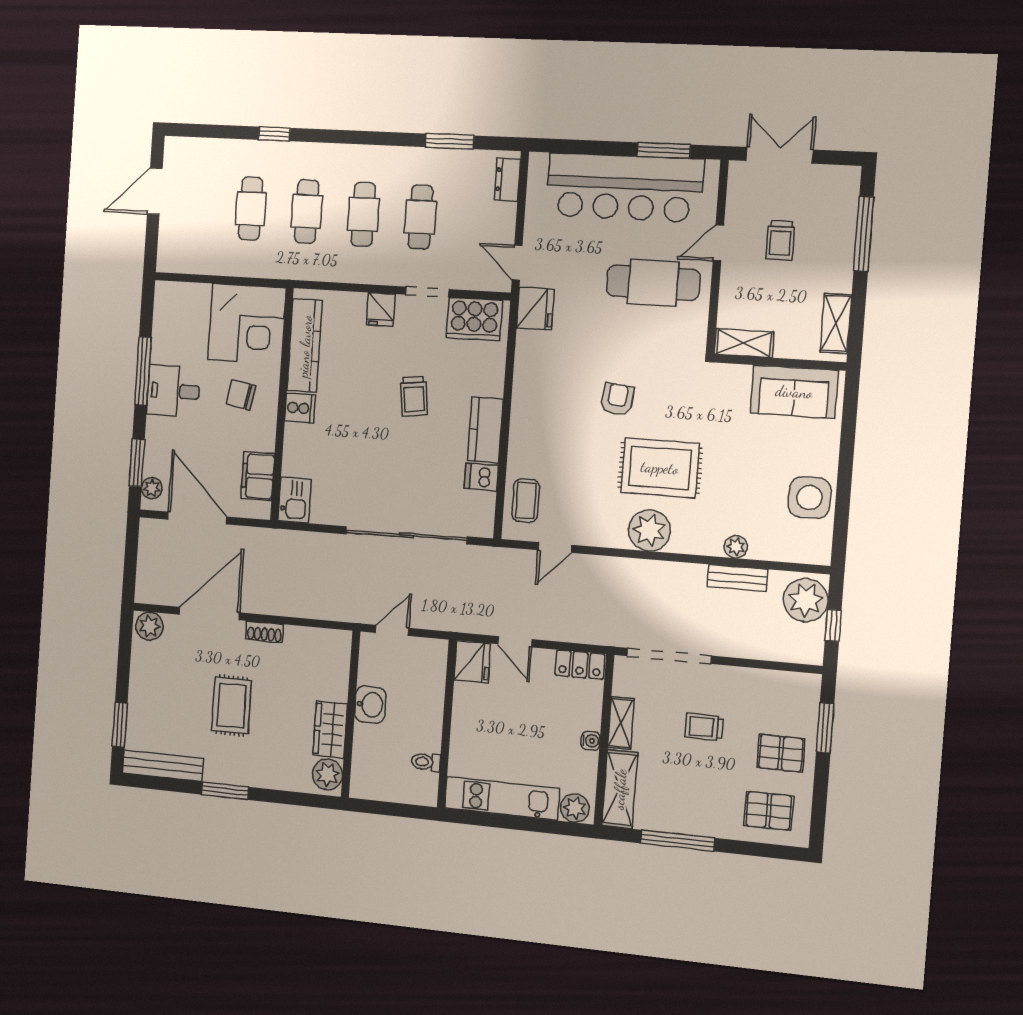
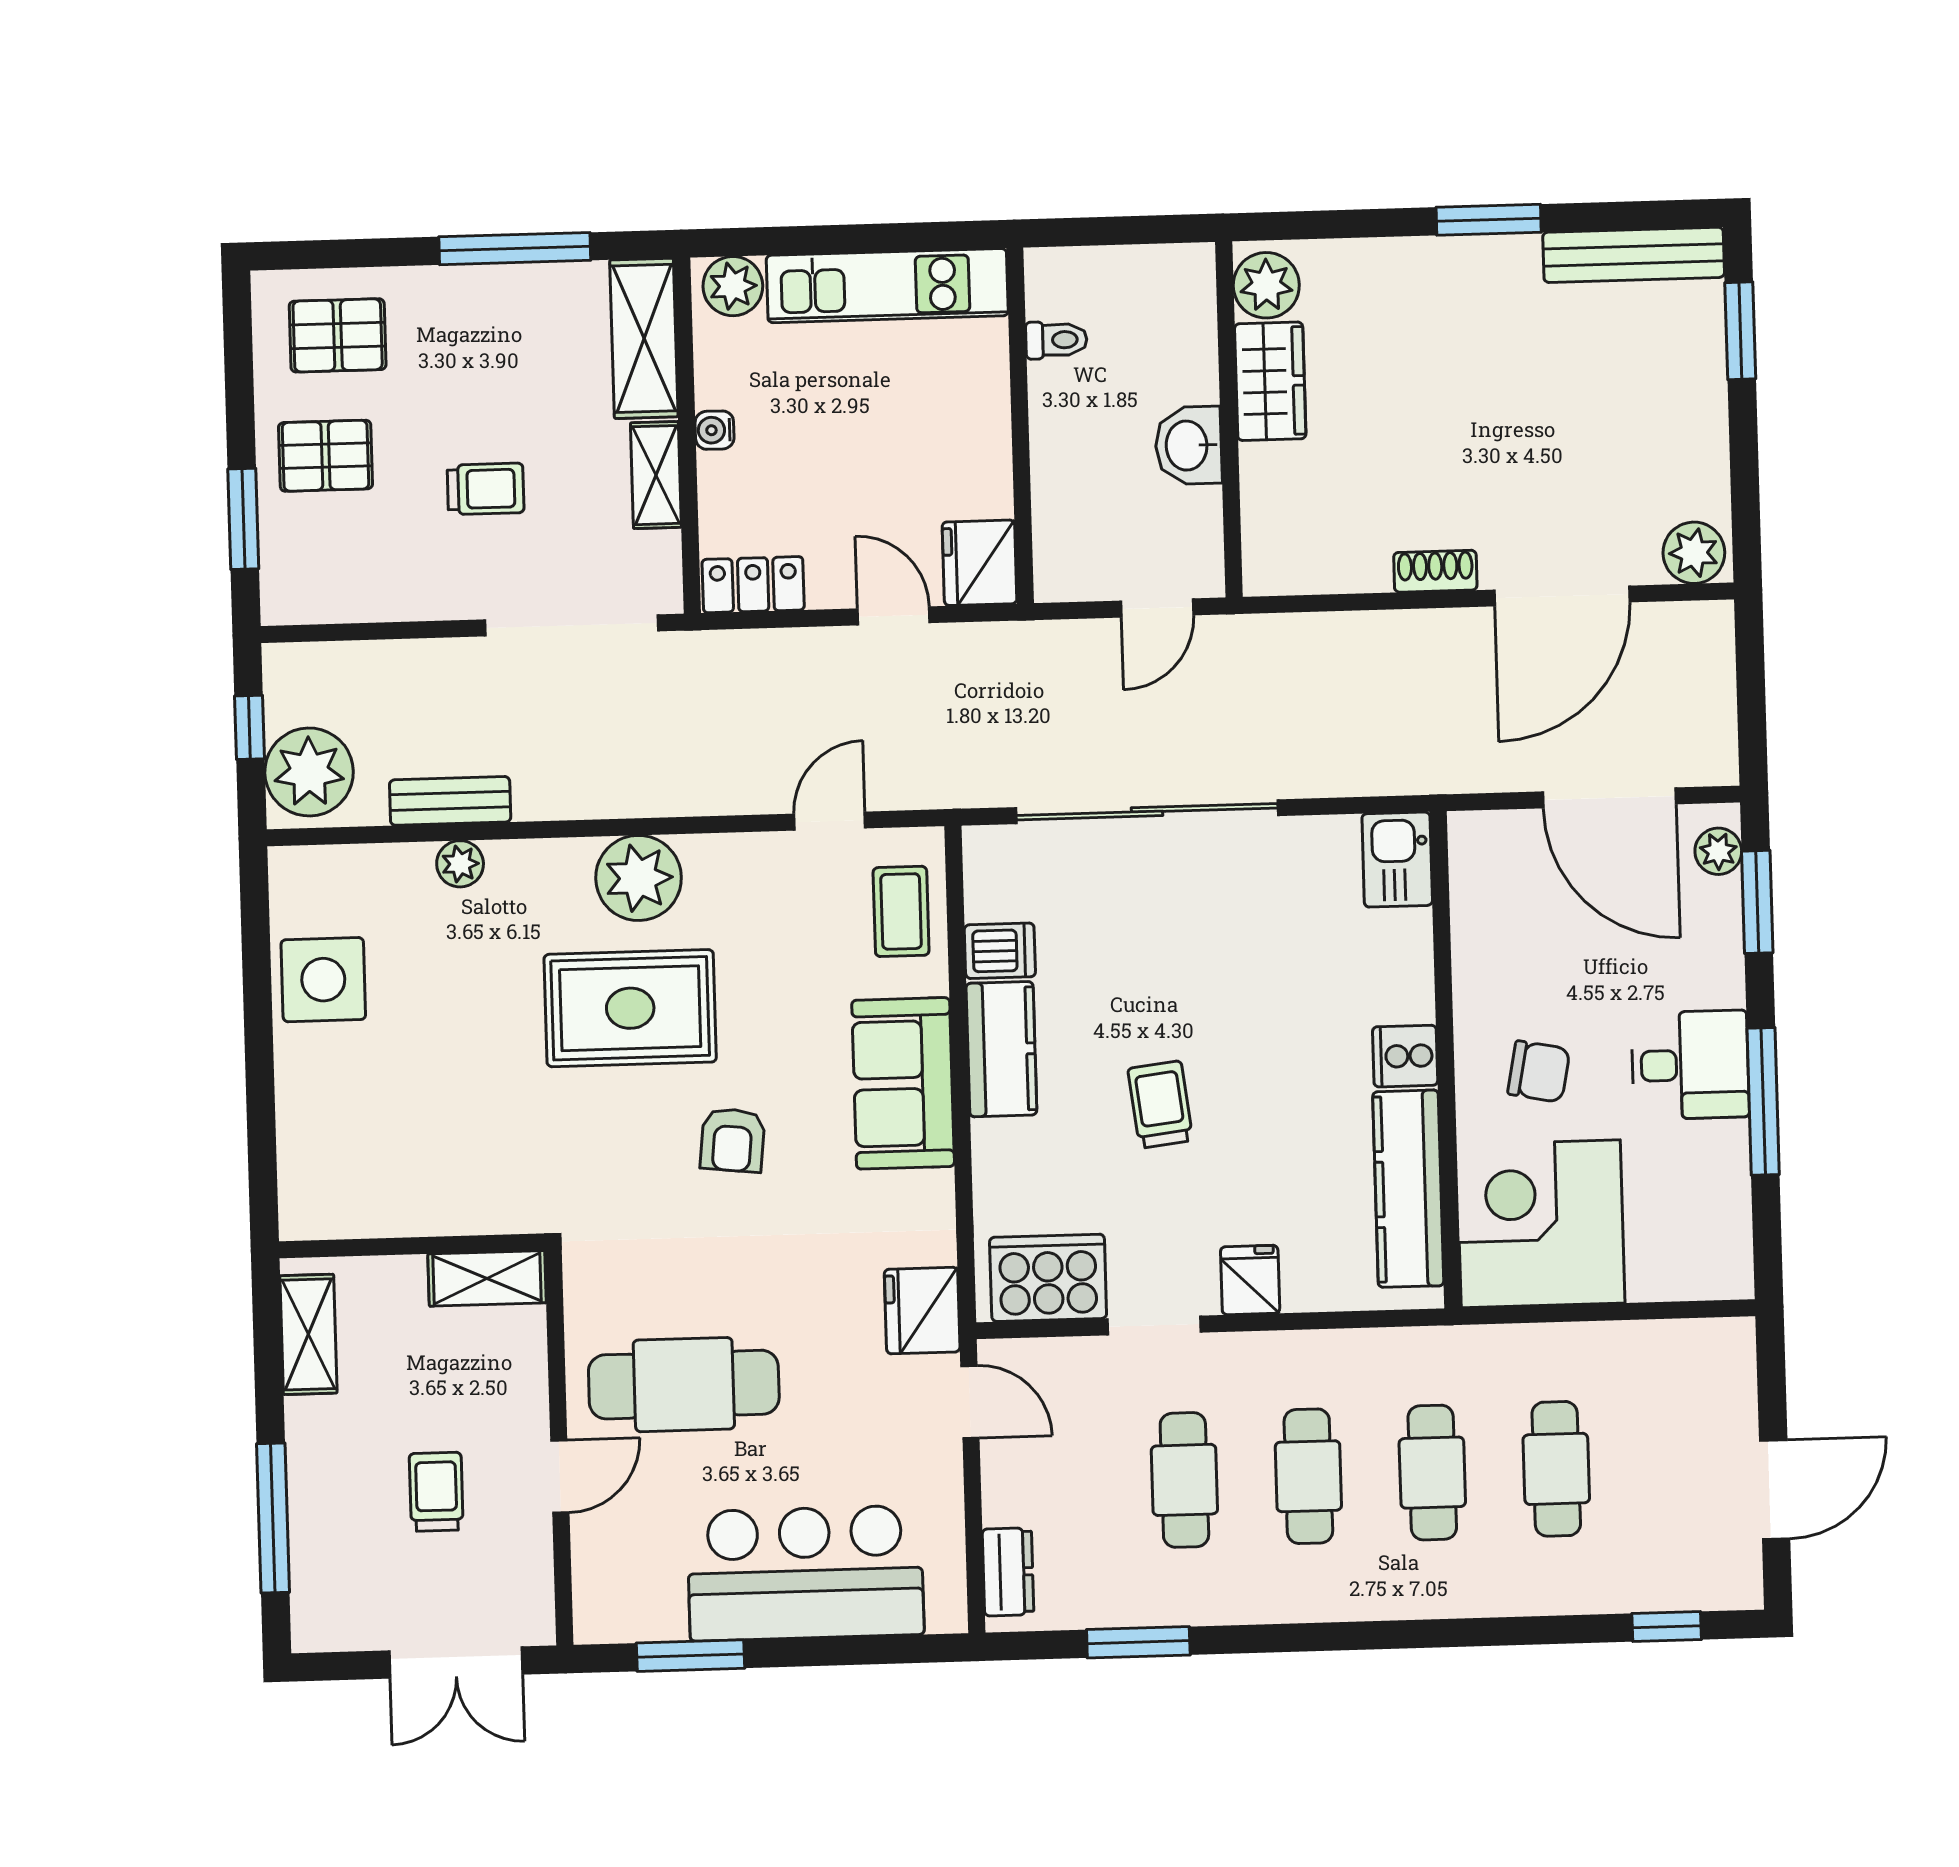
window: (274, 134) -> (1667, 1627), moved
bar counter: (624, 187) -> (805, 1573), width x0.73
sofa: (794, 392) -> (903, 1083), moved, turned -90
filing cabinet: (258, 476) -> (1483, 902), removed
rug: (232, 705) -> (1493, 405), removed

